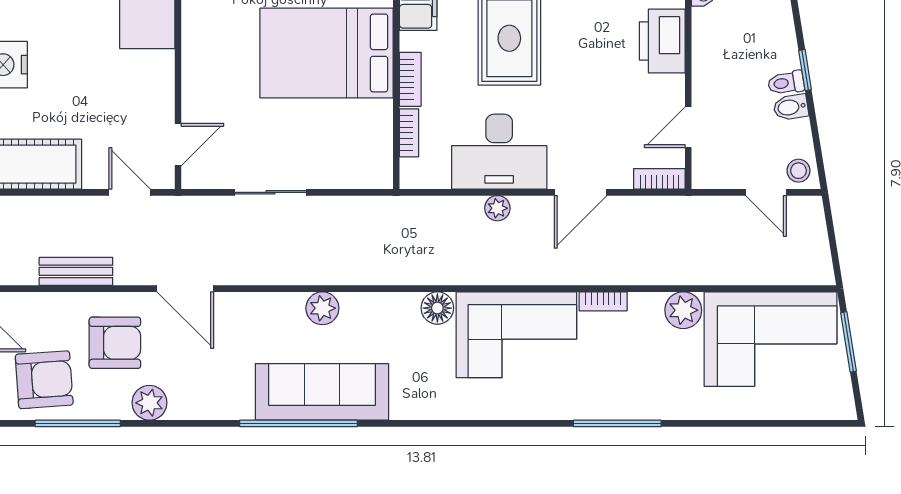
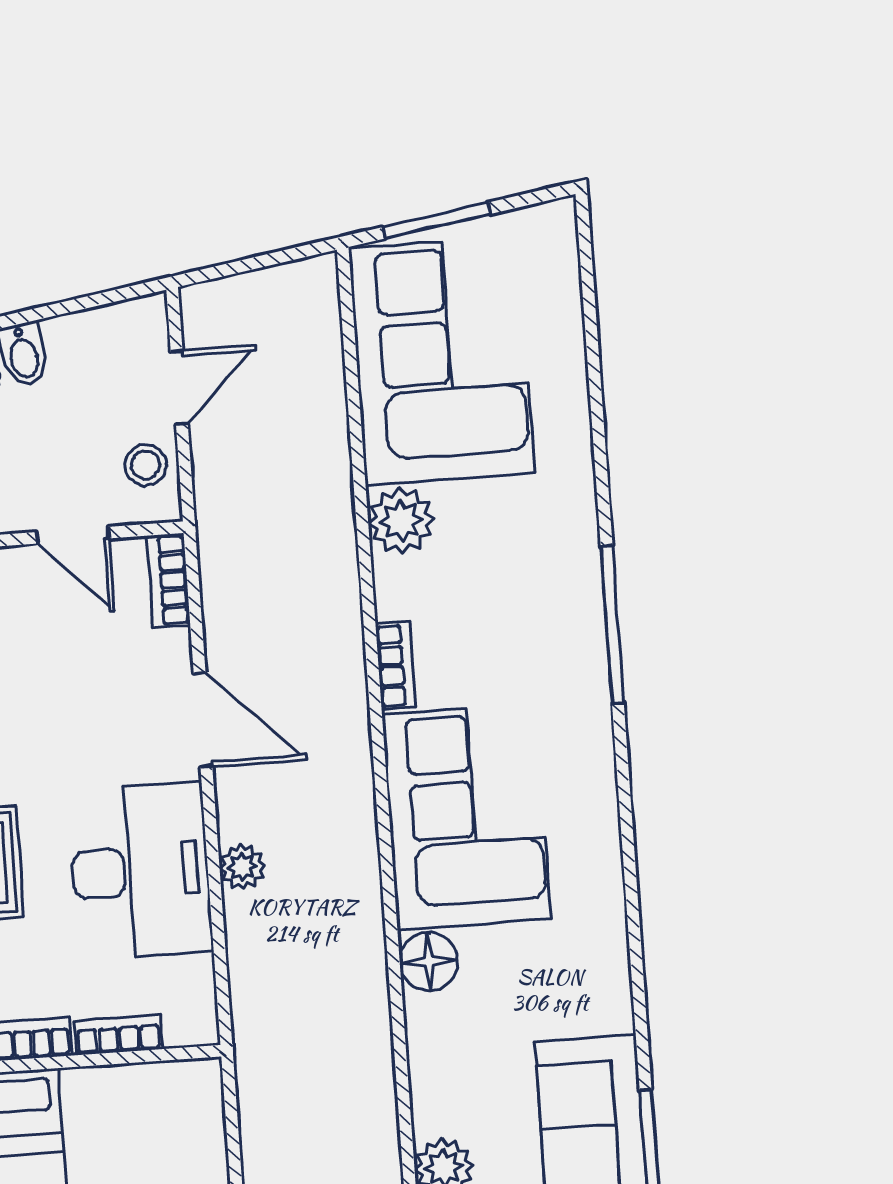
stool: (798, 171) -> (146, 465), moved

